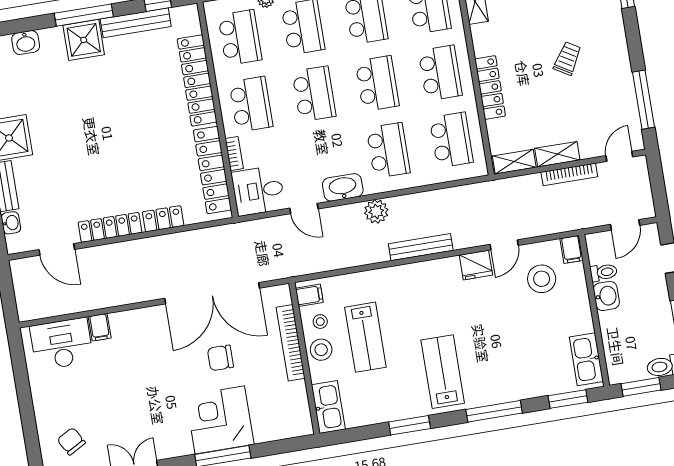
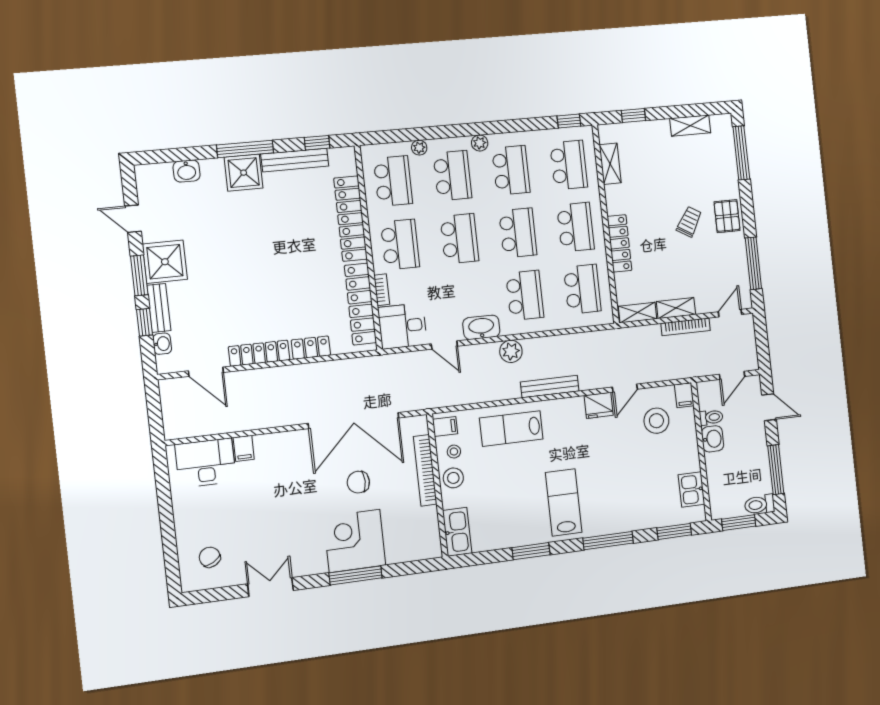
pallet: (610, 49) -> (727, 216), added
lab bench: (365, 337) -> (511, 429), moved, turned 90
kitchen sink: (586, 359) -> (691, 490), width x0.73

